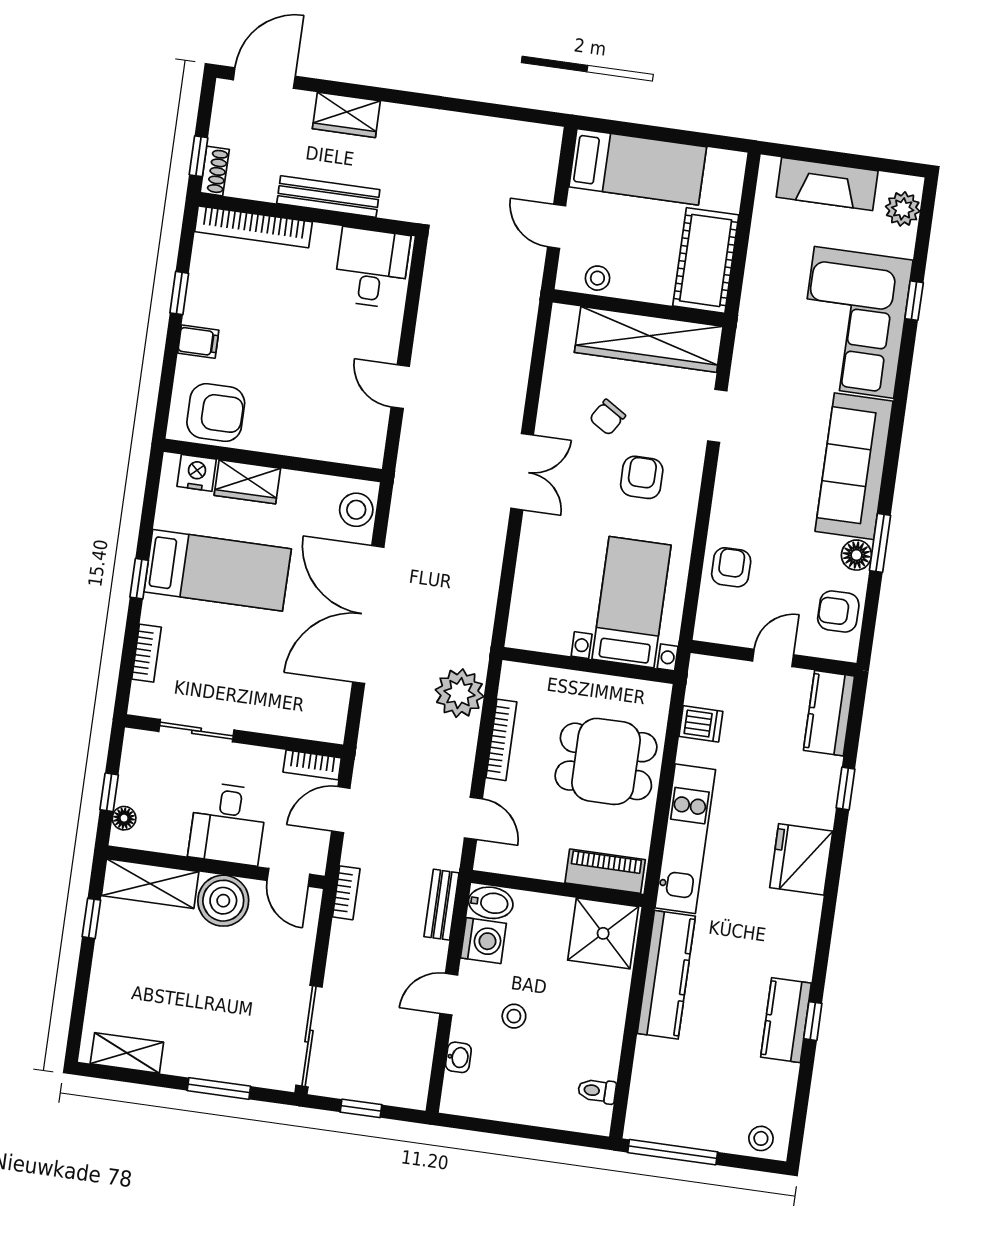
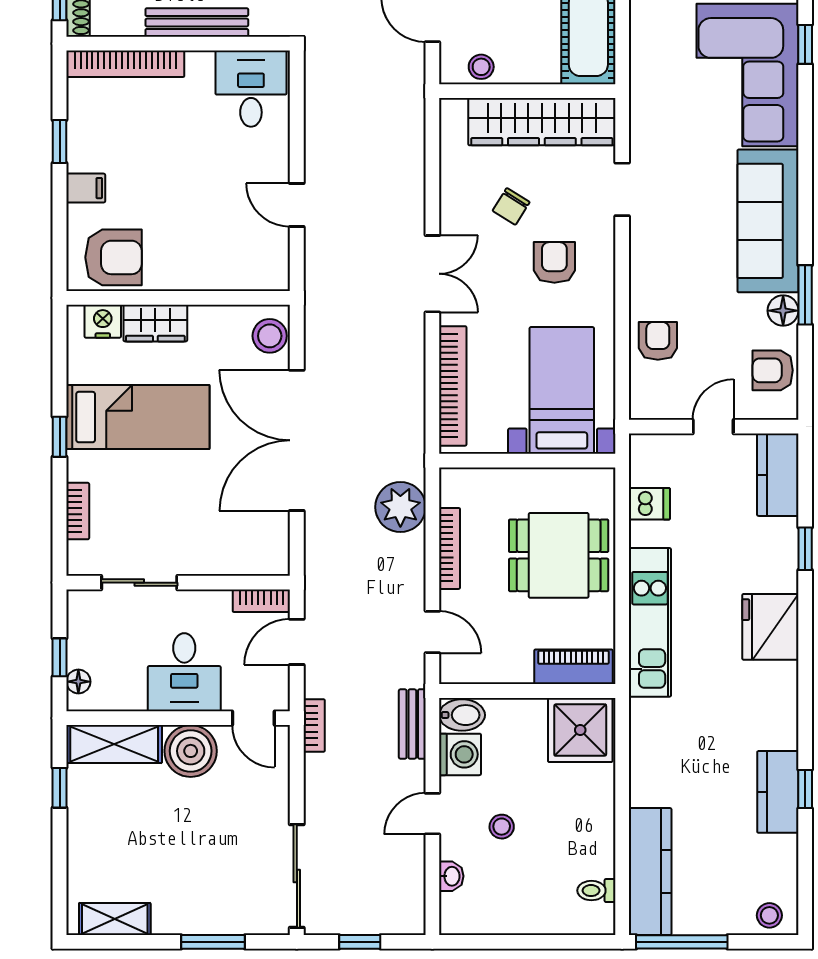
bookcase: (527, 583) -> (453, 386), added
kitchen counter: (666, 975) -> (650, 872), moved

